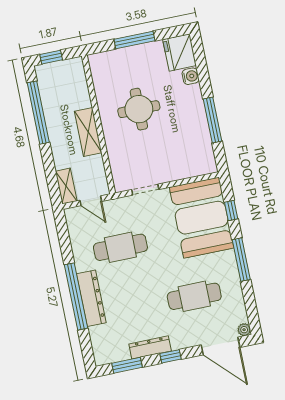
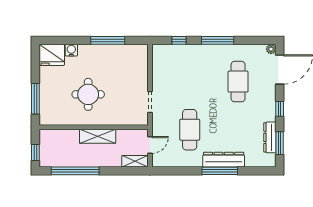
window: (134, 40) -> (35, 99), moved
booth: (202, 218) -> (180, 64), removed
window: (76, 296) -> (220, 171), width x0.68
dresser: (150, 347) -> (270, 137), moved

